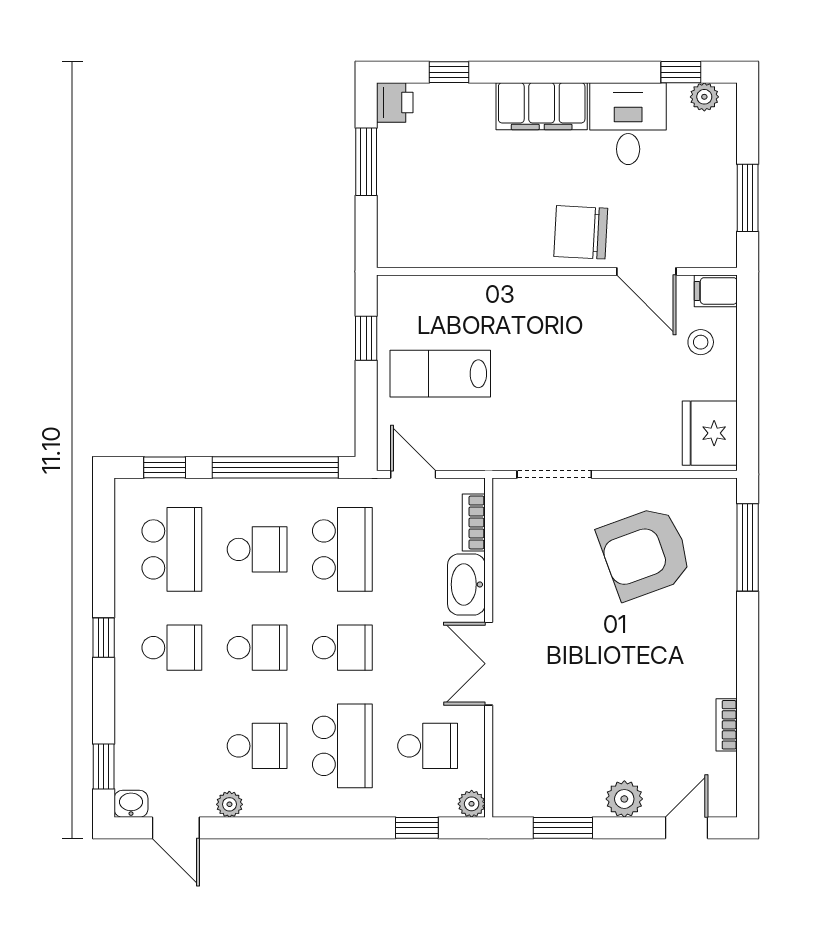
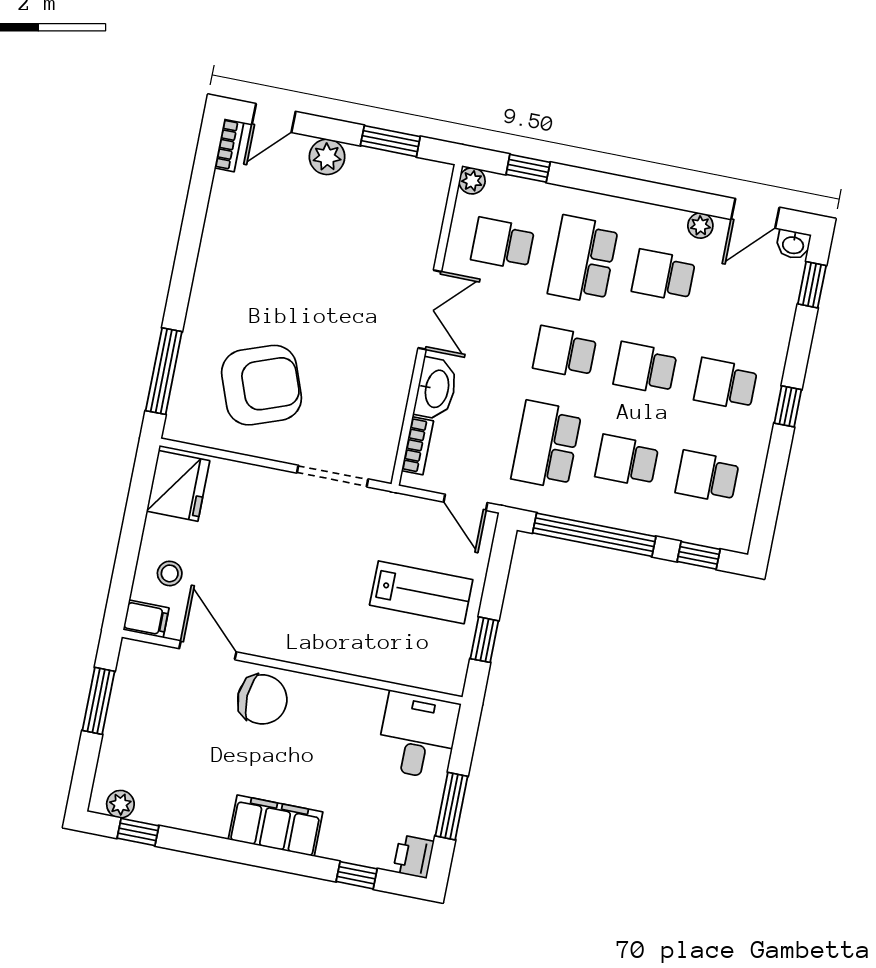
desk: (628, 124) -> (418, 736), moved, turned 180
school desk: (172, 549) -> (707, 477), width x0.54
bookcase: (727, 725) -> (229, 145), moved
door: (176, 828) -> (755, 213), swing flipped

